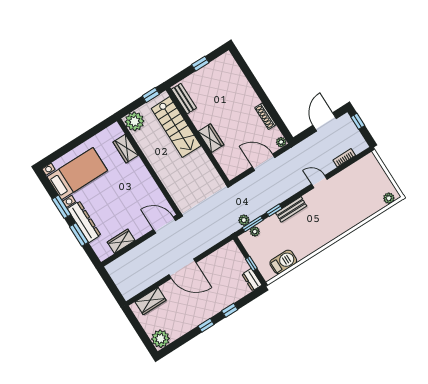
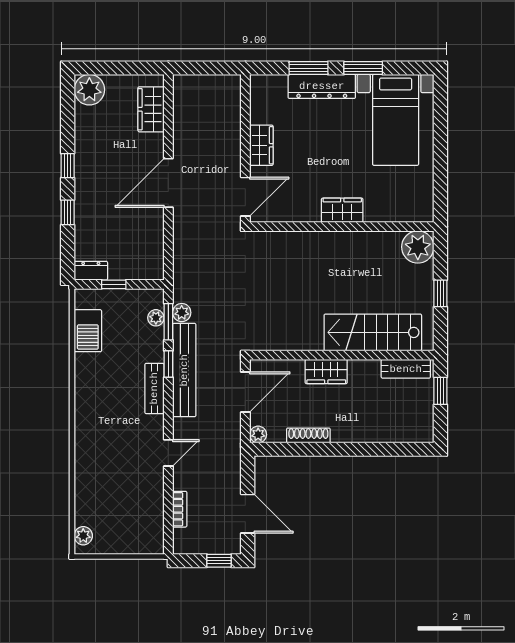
bench: (184, 99) -> (406, 369), moved
stairs: (176, 127) -> (373, 332), moved
wall: (198, 135) -> (342, 355), moved
wardrobe: (211, 138) -> (326, 372), moved
wardrobe: (126, 149) -> (342, 210), moved
bench: (272, 200) -> (184, 370), added
wardrobe: (121, 241) -> (261, 145), moved

